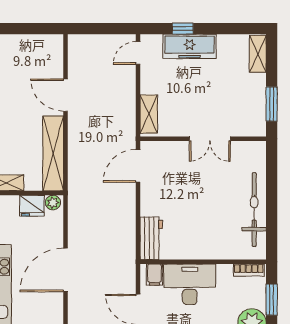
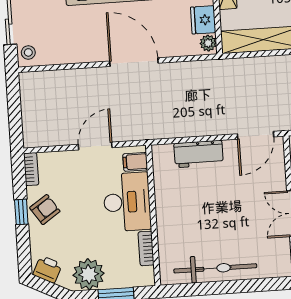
door: (138, 166) -> (255, 135), swing flipped
workbench: (151, 238) -> (199, 154), moved
bookcase: (249, 270) -> (146, 248), moved

